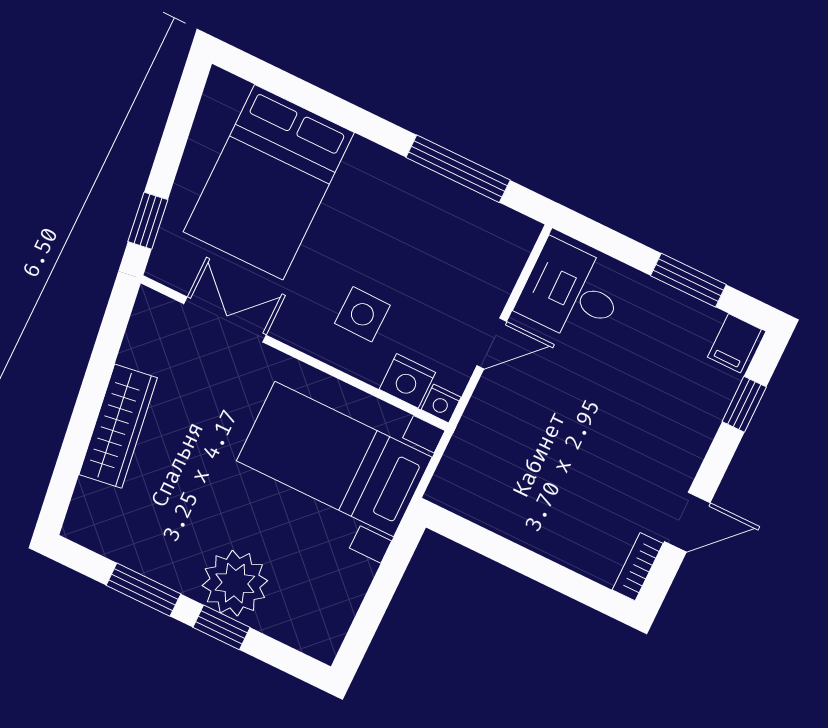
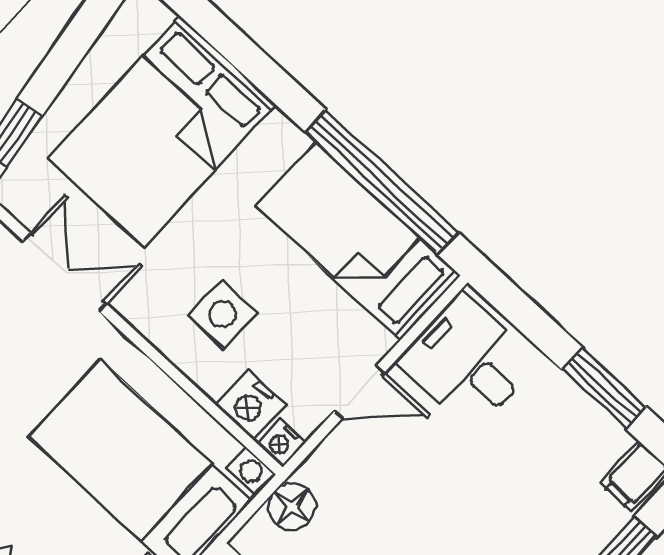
window: (458, 169) -> (382, 182), width x1.46
bed: (454, 222) -> (358, 241), added
floor lamp: (466, 452) -> (292, 507), added

